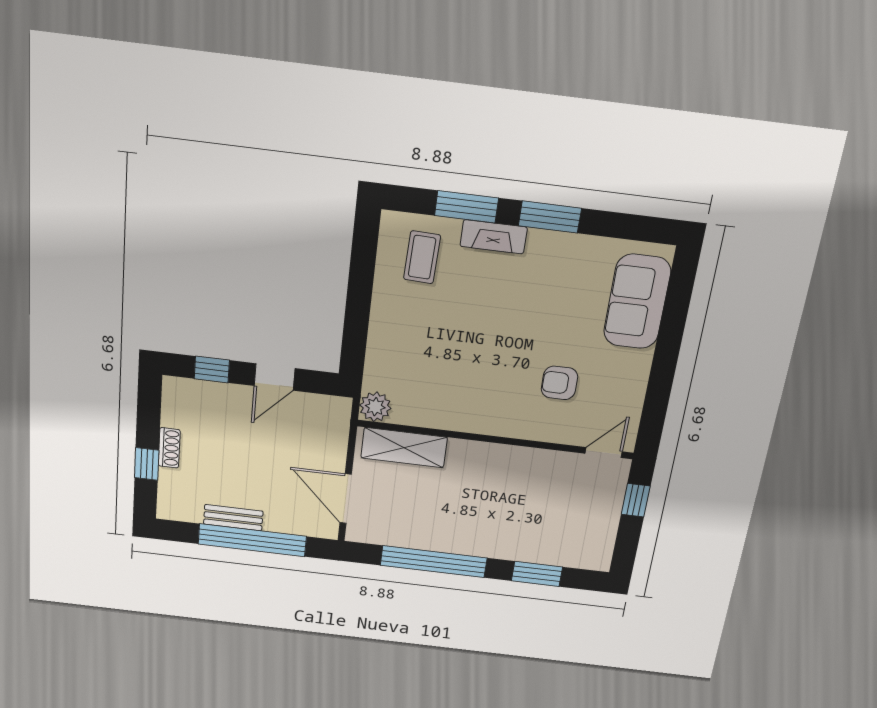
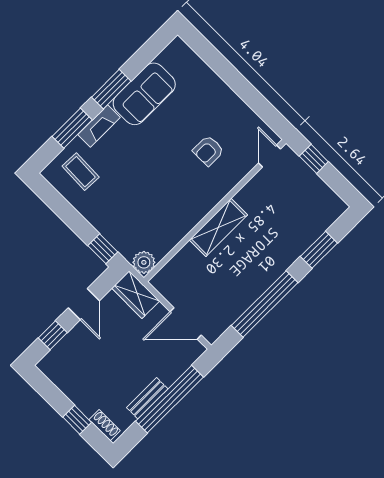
sofa: (637, 302) -> (144, 94), moved, turned -90
window: (353, 351) -> (103, 249), added
wardrobe: (332, 424) -> (136, 295), added
shoe rack: (169, 448) -> (105, 425), moved
shelving: (404, 448) -> (218, 227), moved

